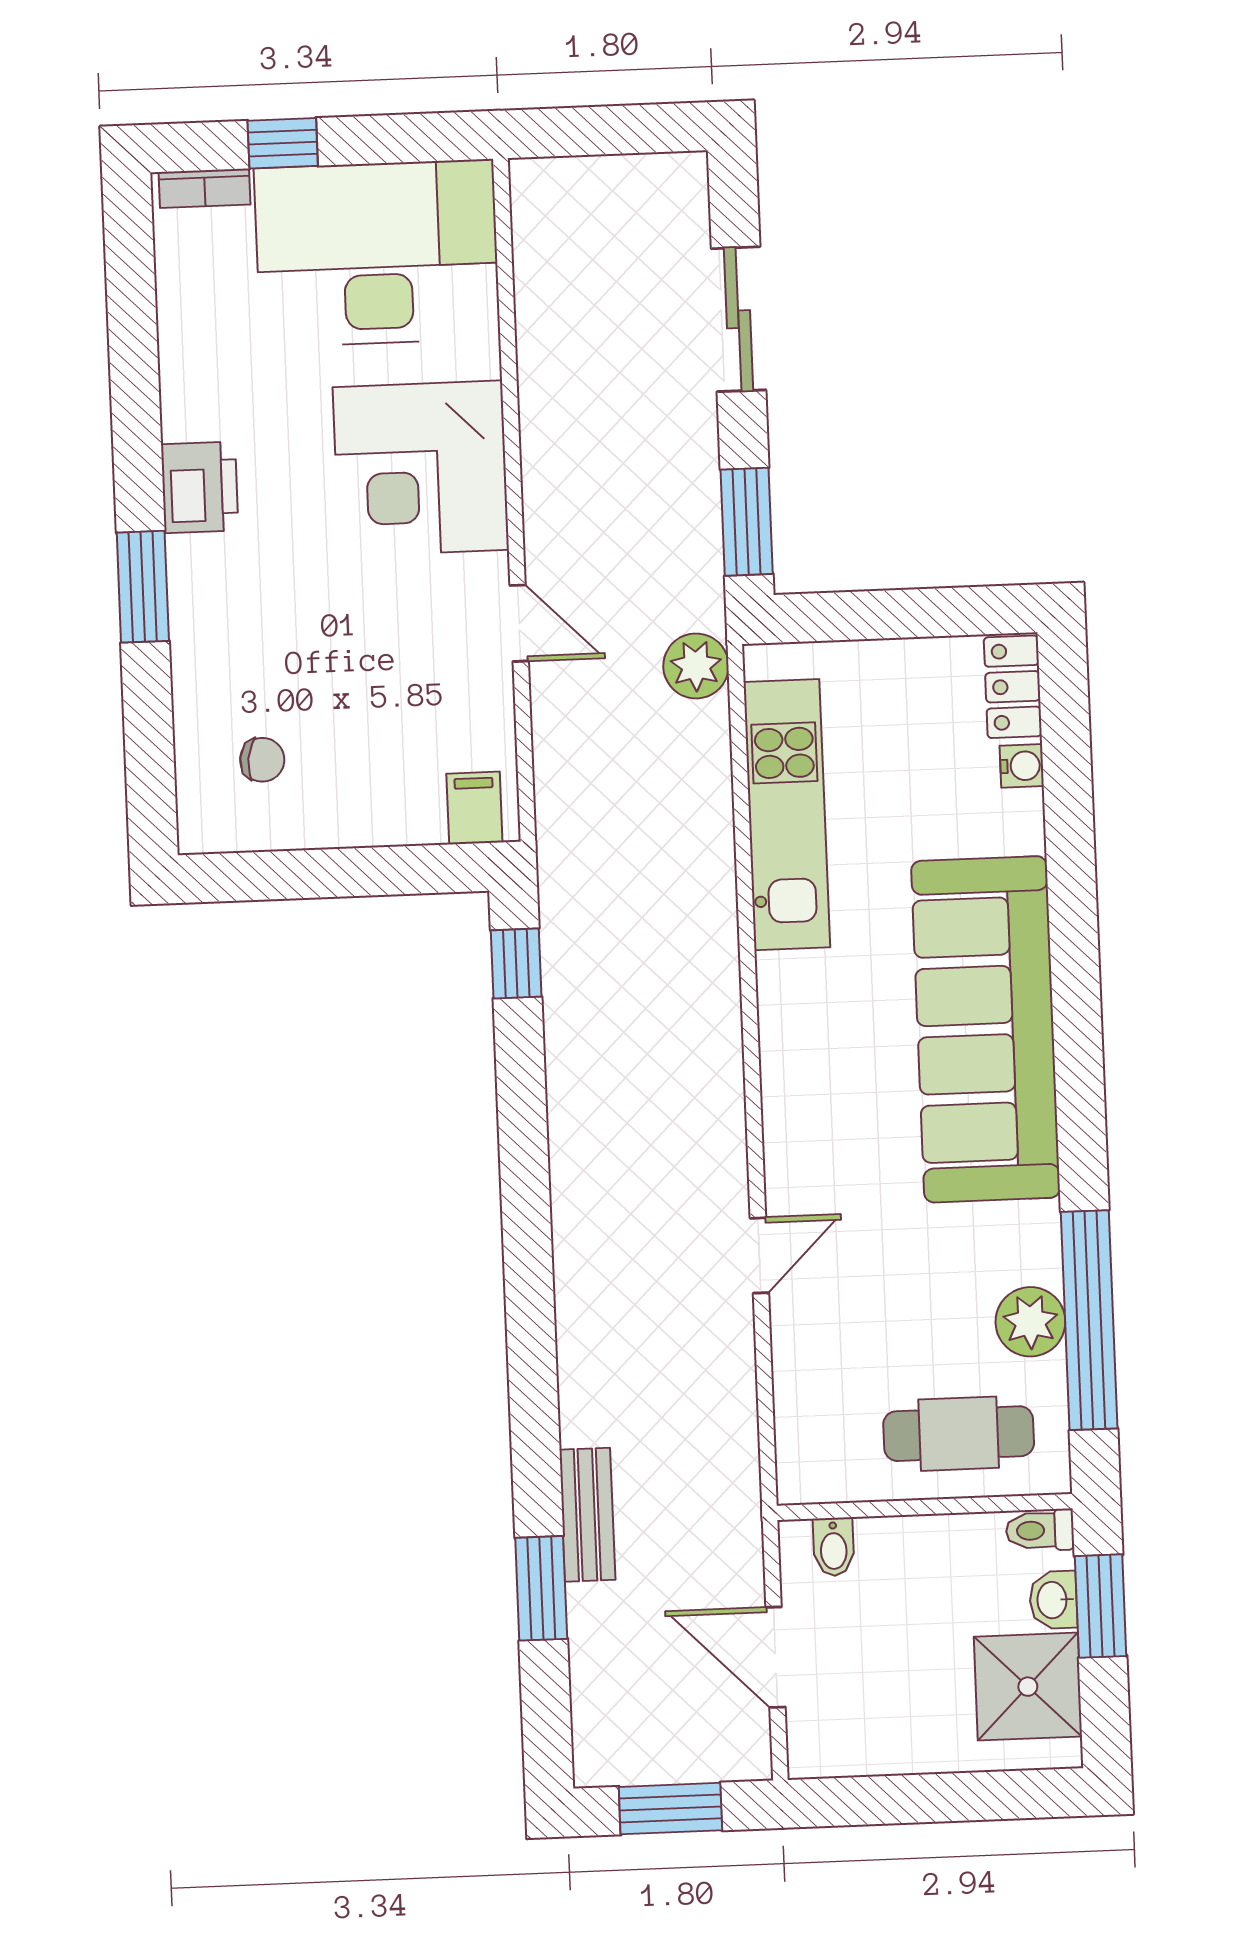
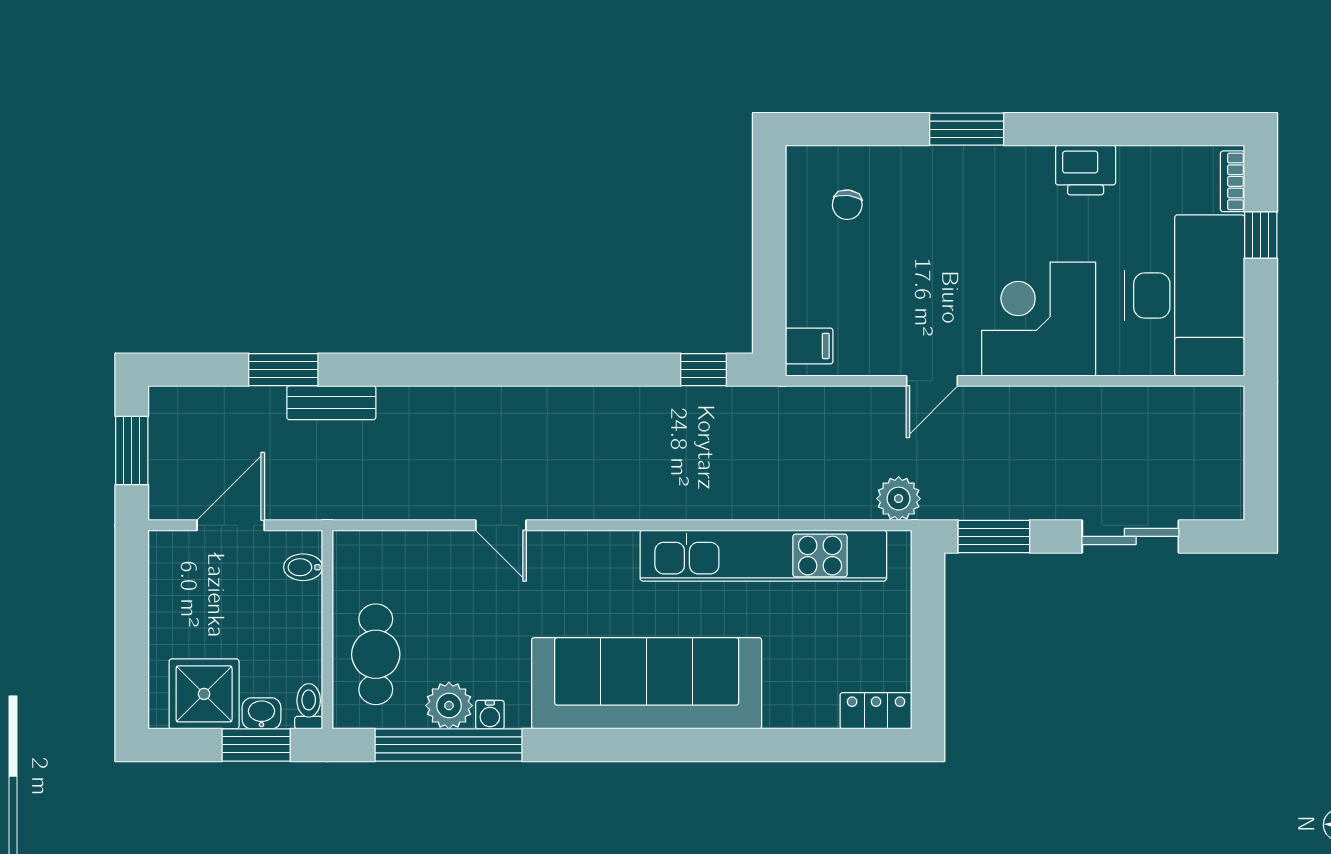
printer: (200, 487) -> (1086, 170), moved
water cooler: (1022, 766) -> (490, 715), moved
kitchen unit: (787, 815) -> (763, 556), width x1.36

